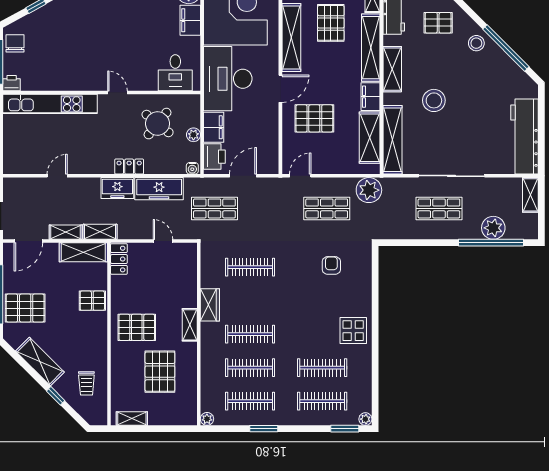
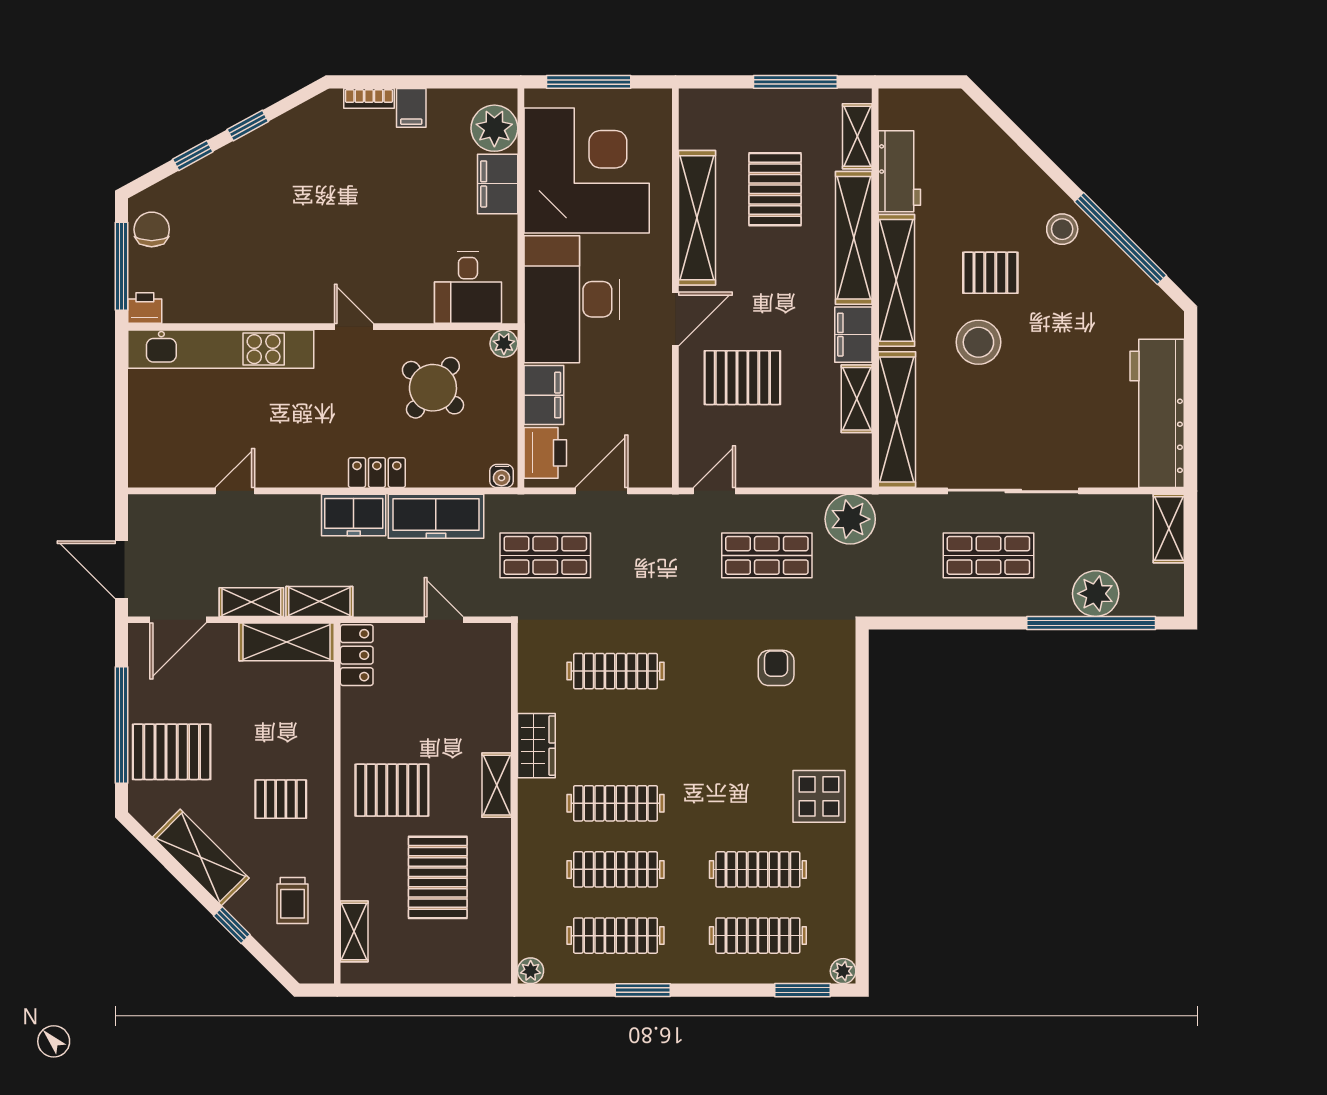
pallet: (438, 23) -> (990, 273), moved
shelving: (392, 69) -> (896, 280), width x1.47
plant: (193, 135) -> (504, 344), moved
shelving: (370, 138) -> (857, 399), width x0.67, depth x0.75
pallet: (92, 301) -> (281, 799), moved
shelving: (132, 419) -> (354, 931), moved, turned 90

